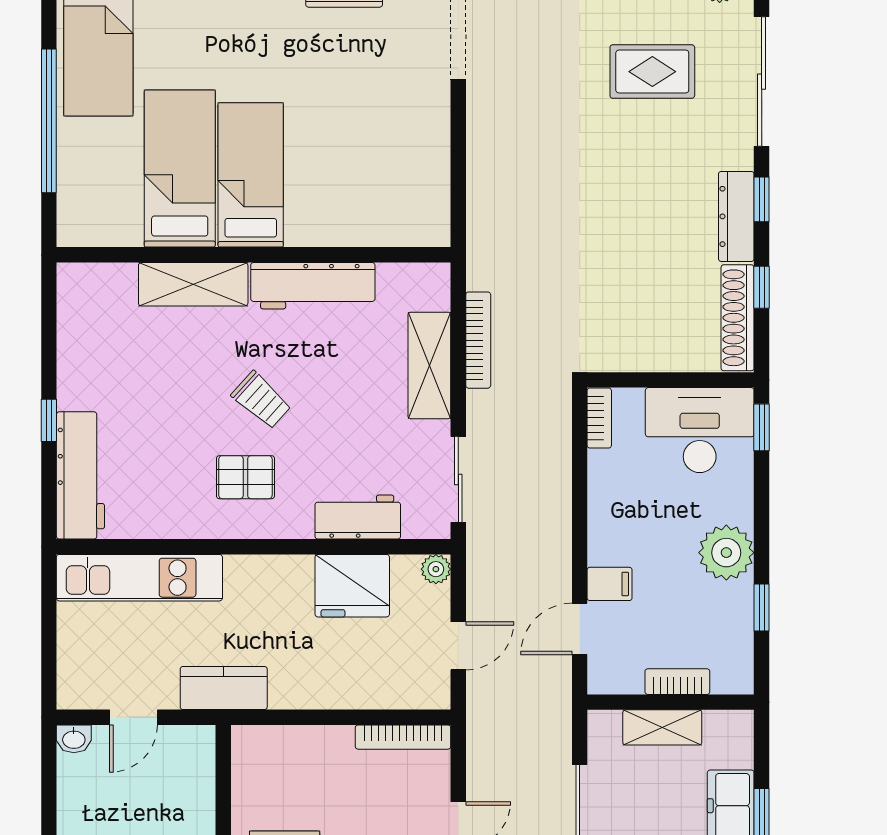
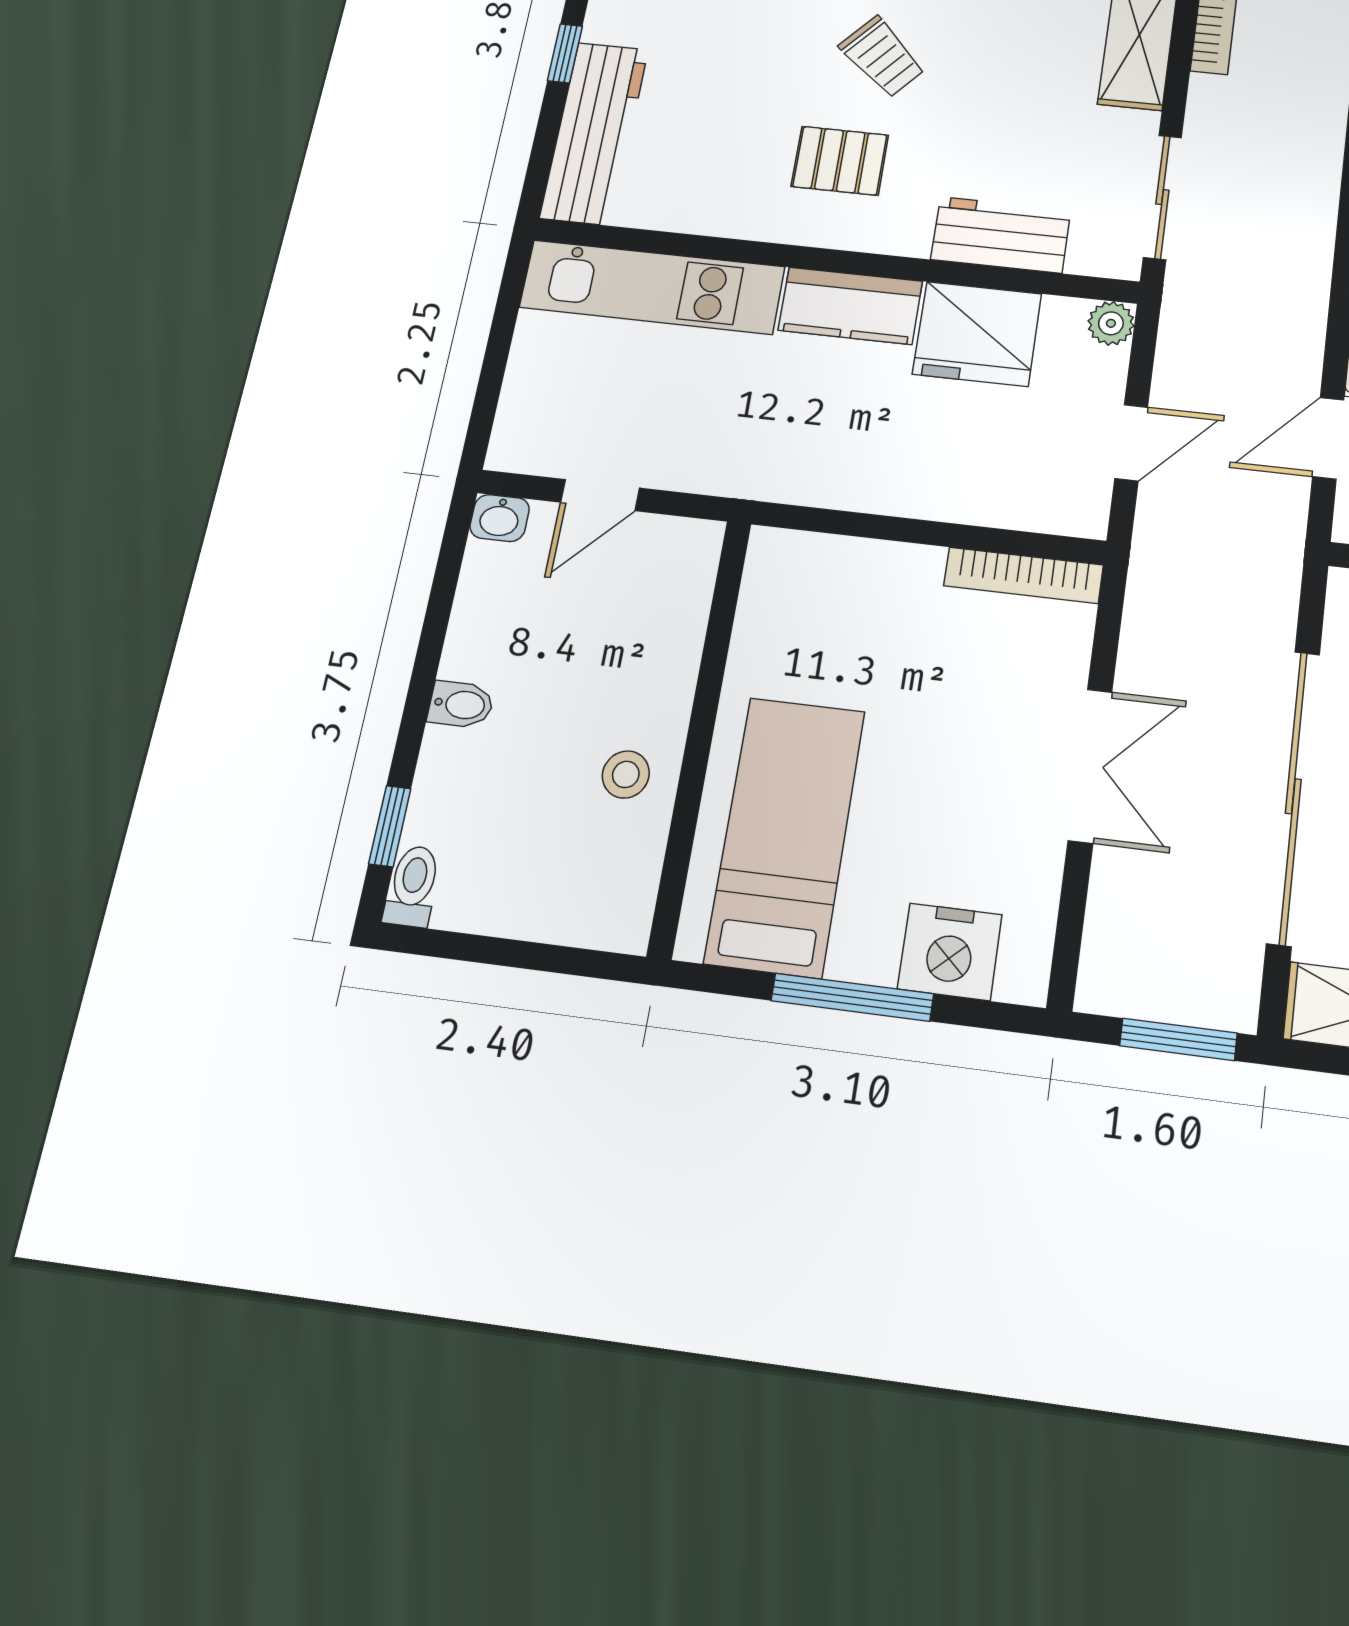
kitchen counter: (224, 688) -> (850, 306), moved, turned 180

